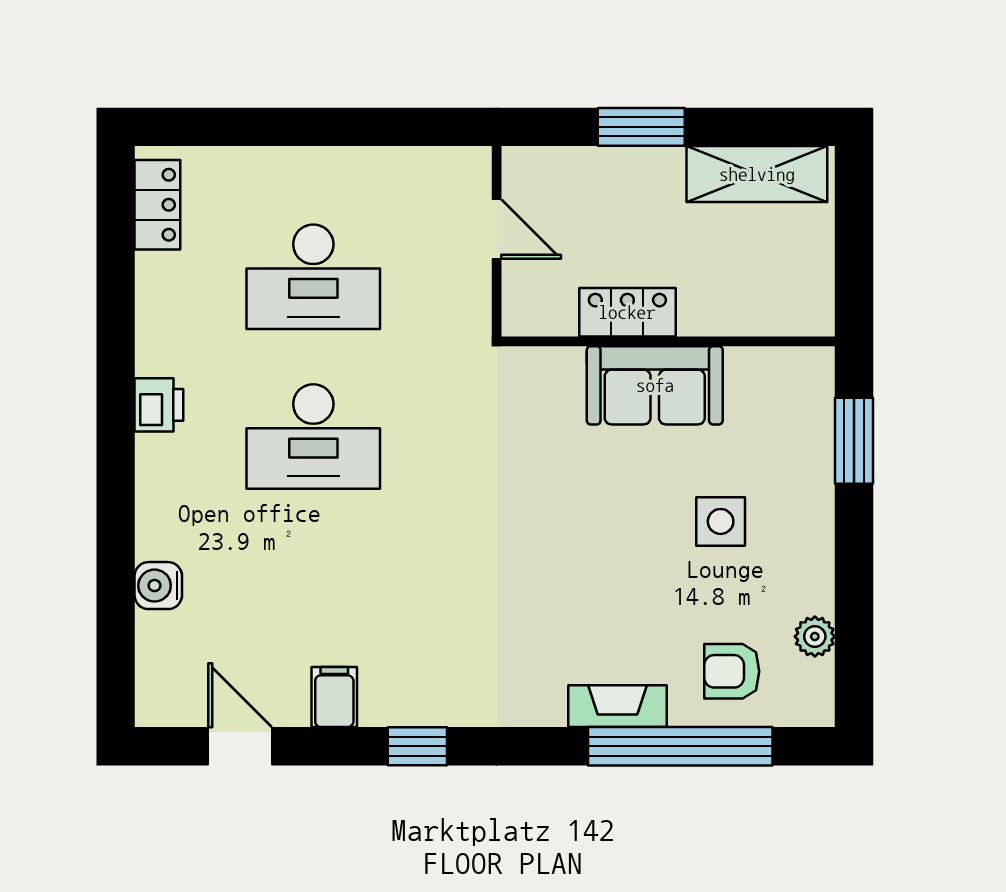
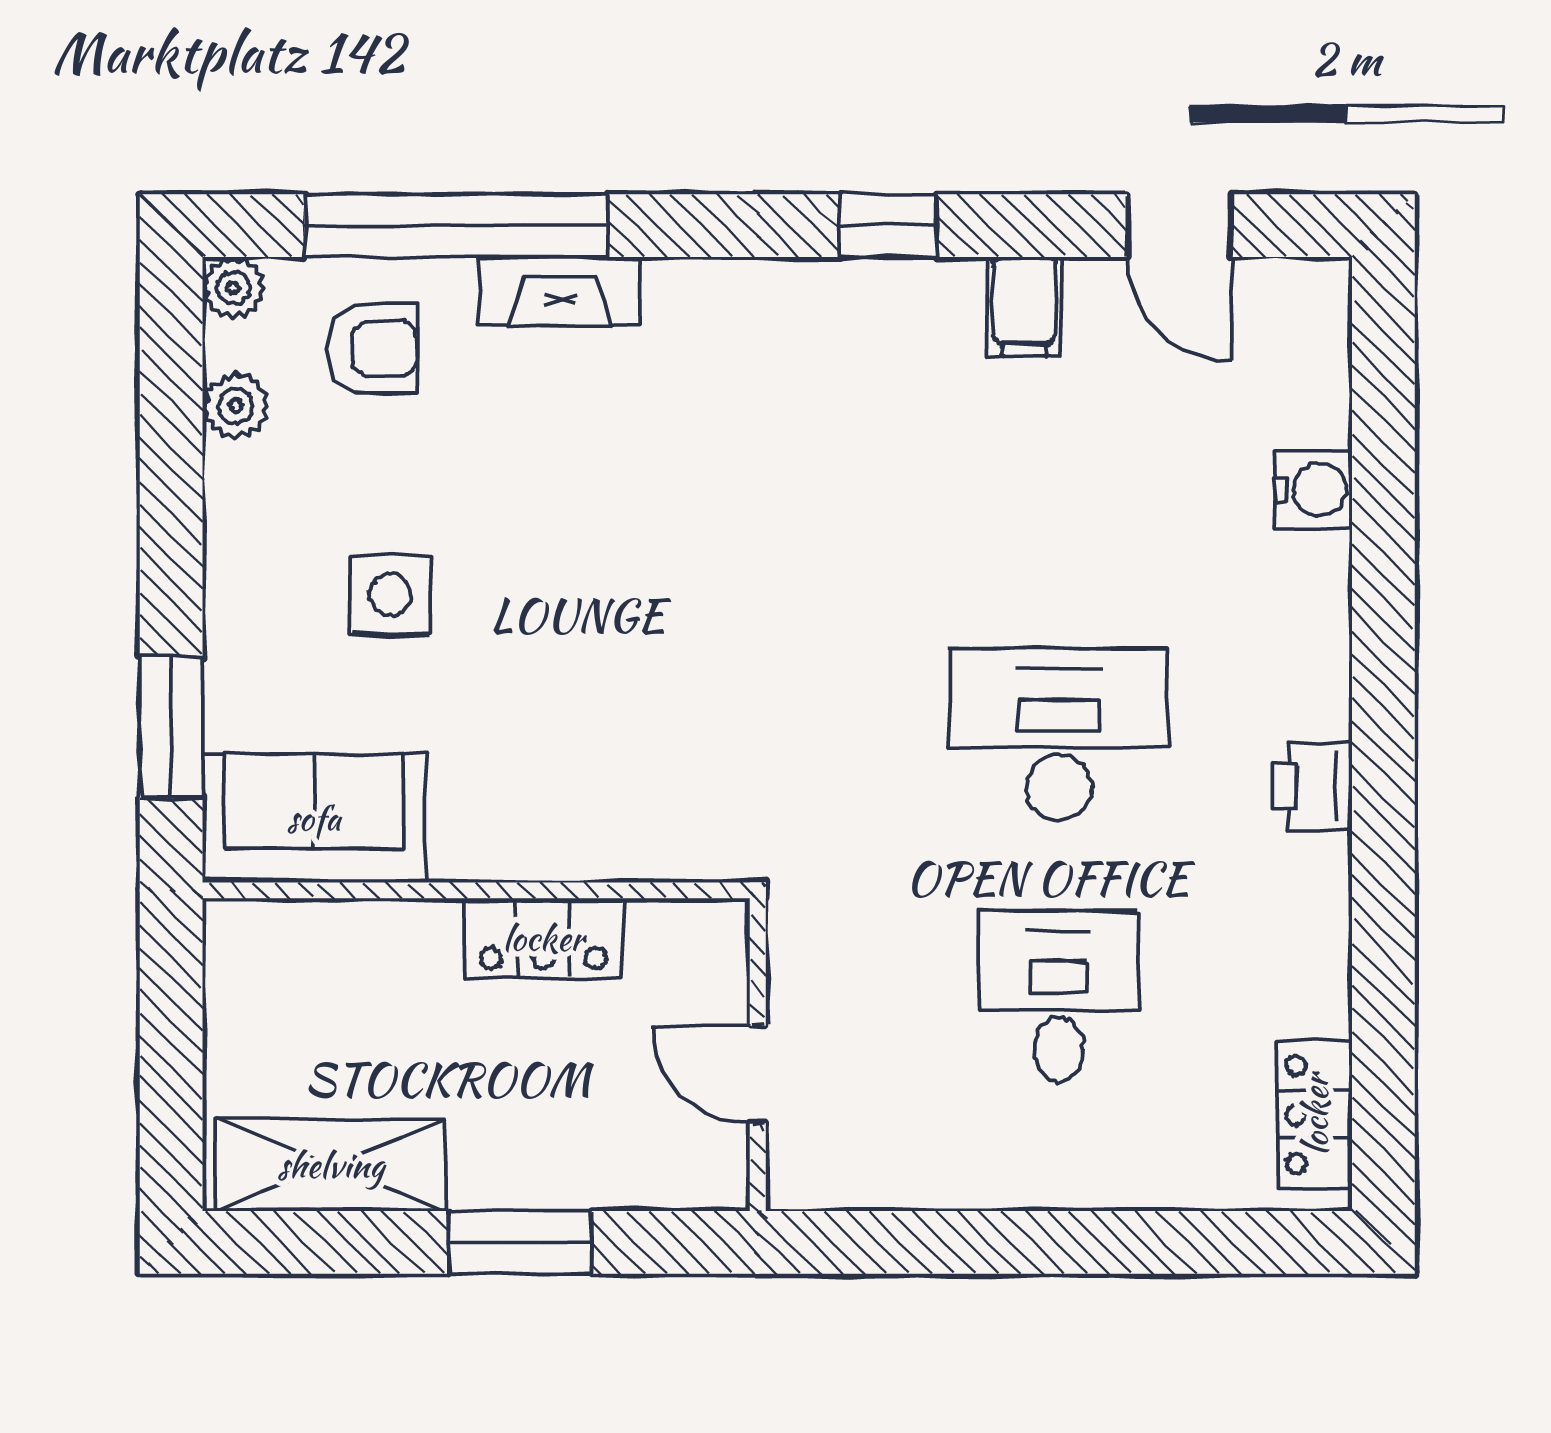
desk: (313, 277) -> (1059, 996), width x0.73
sofa: (655, 385) -> (314, 818), moved
plant: (816, 708) -> (233, 288), added

